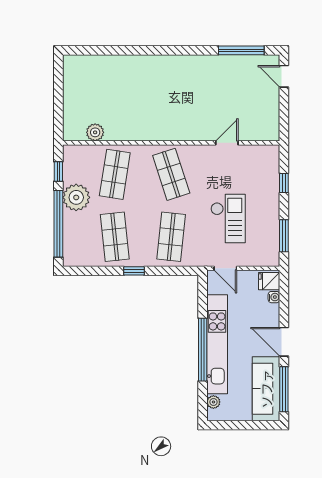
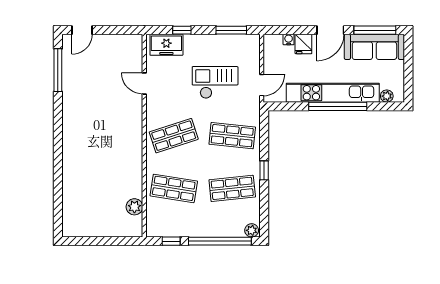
freezer: (268, 166) -> (166, 45), added
plant: (76, 197) -> (252, 230), moved, width x0.53, depth x0.53
fridge: (269, 281) -> (303, 44), moved

